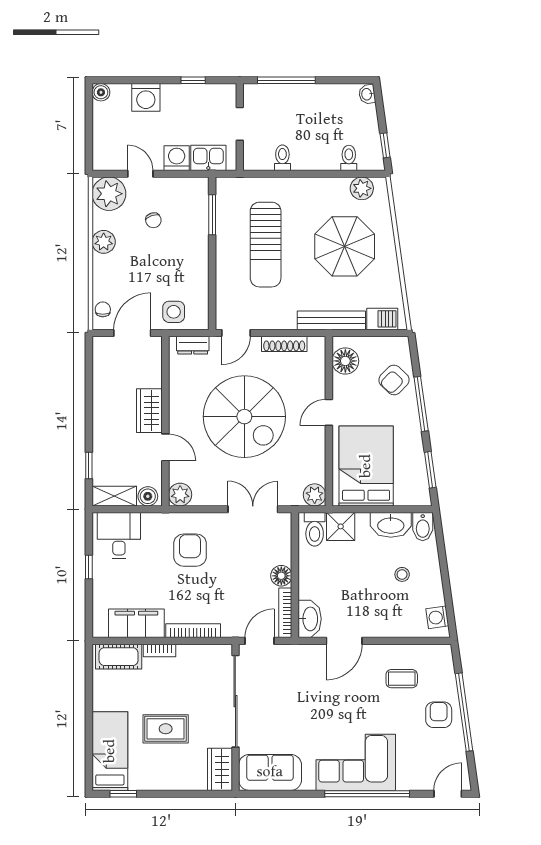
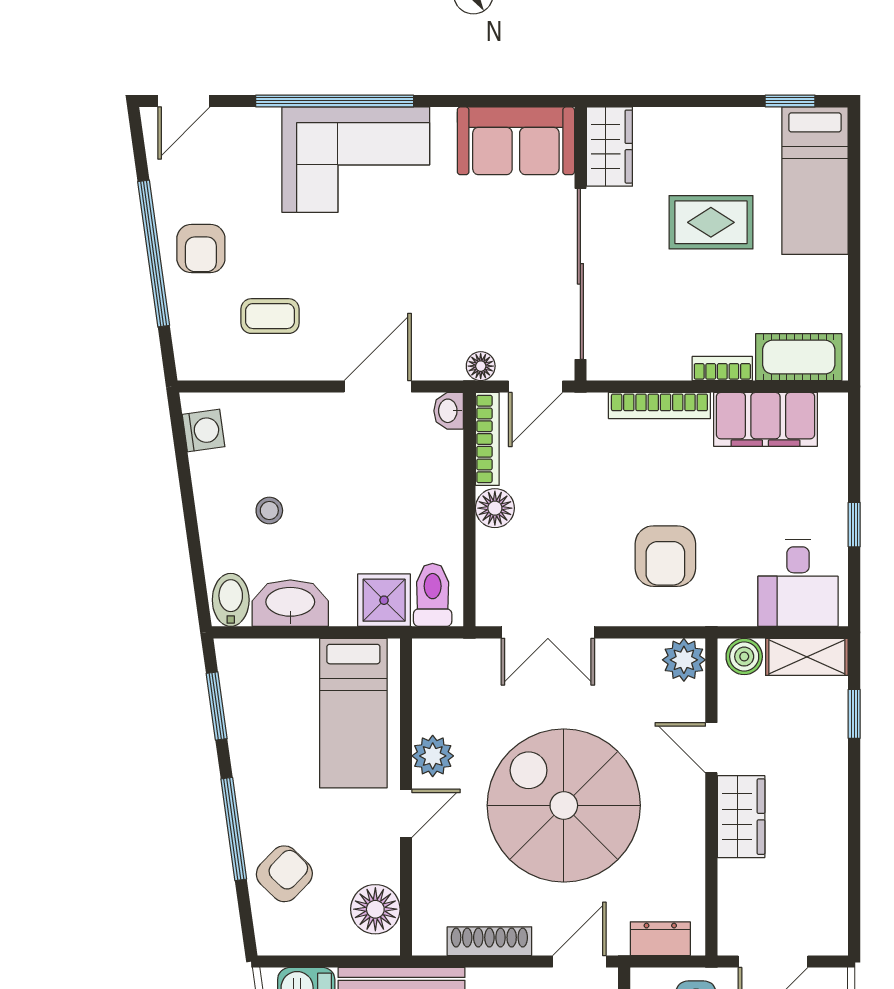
bed: (366, 466) -> (353, 713), width x0.67
plant: (315, 495) -> (433, 756), moved
washbasin: (310, 619) -> (449, 411), width x0.52, depth x0.69
floor lamp: (289, 652) -> (481, 366), added

